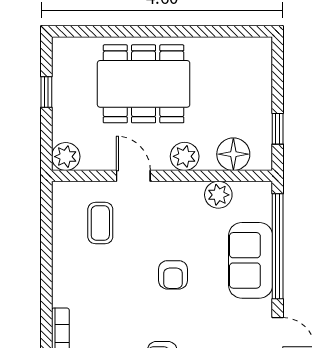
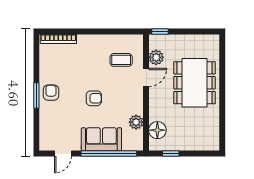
window: (46, 92) -> (160, 31), moved
plant: (185, 156) -> (156, 104), removed
plant: (66, 157) -> (156, 57), moved
armchair: (173, 275) -> (94, 98), turned 180

